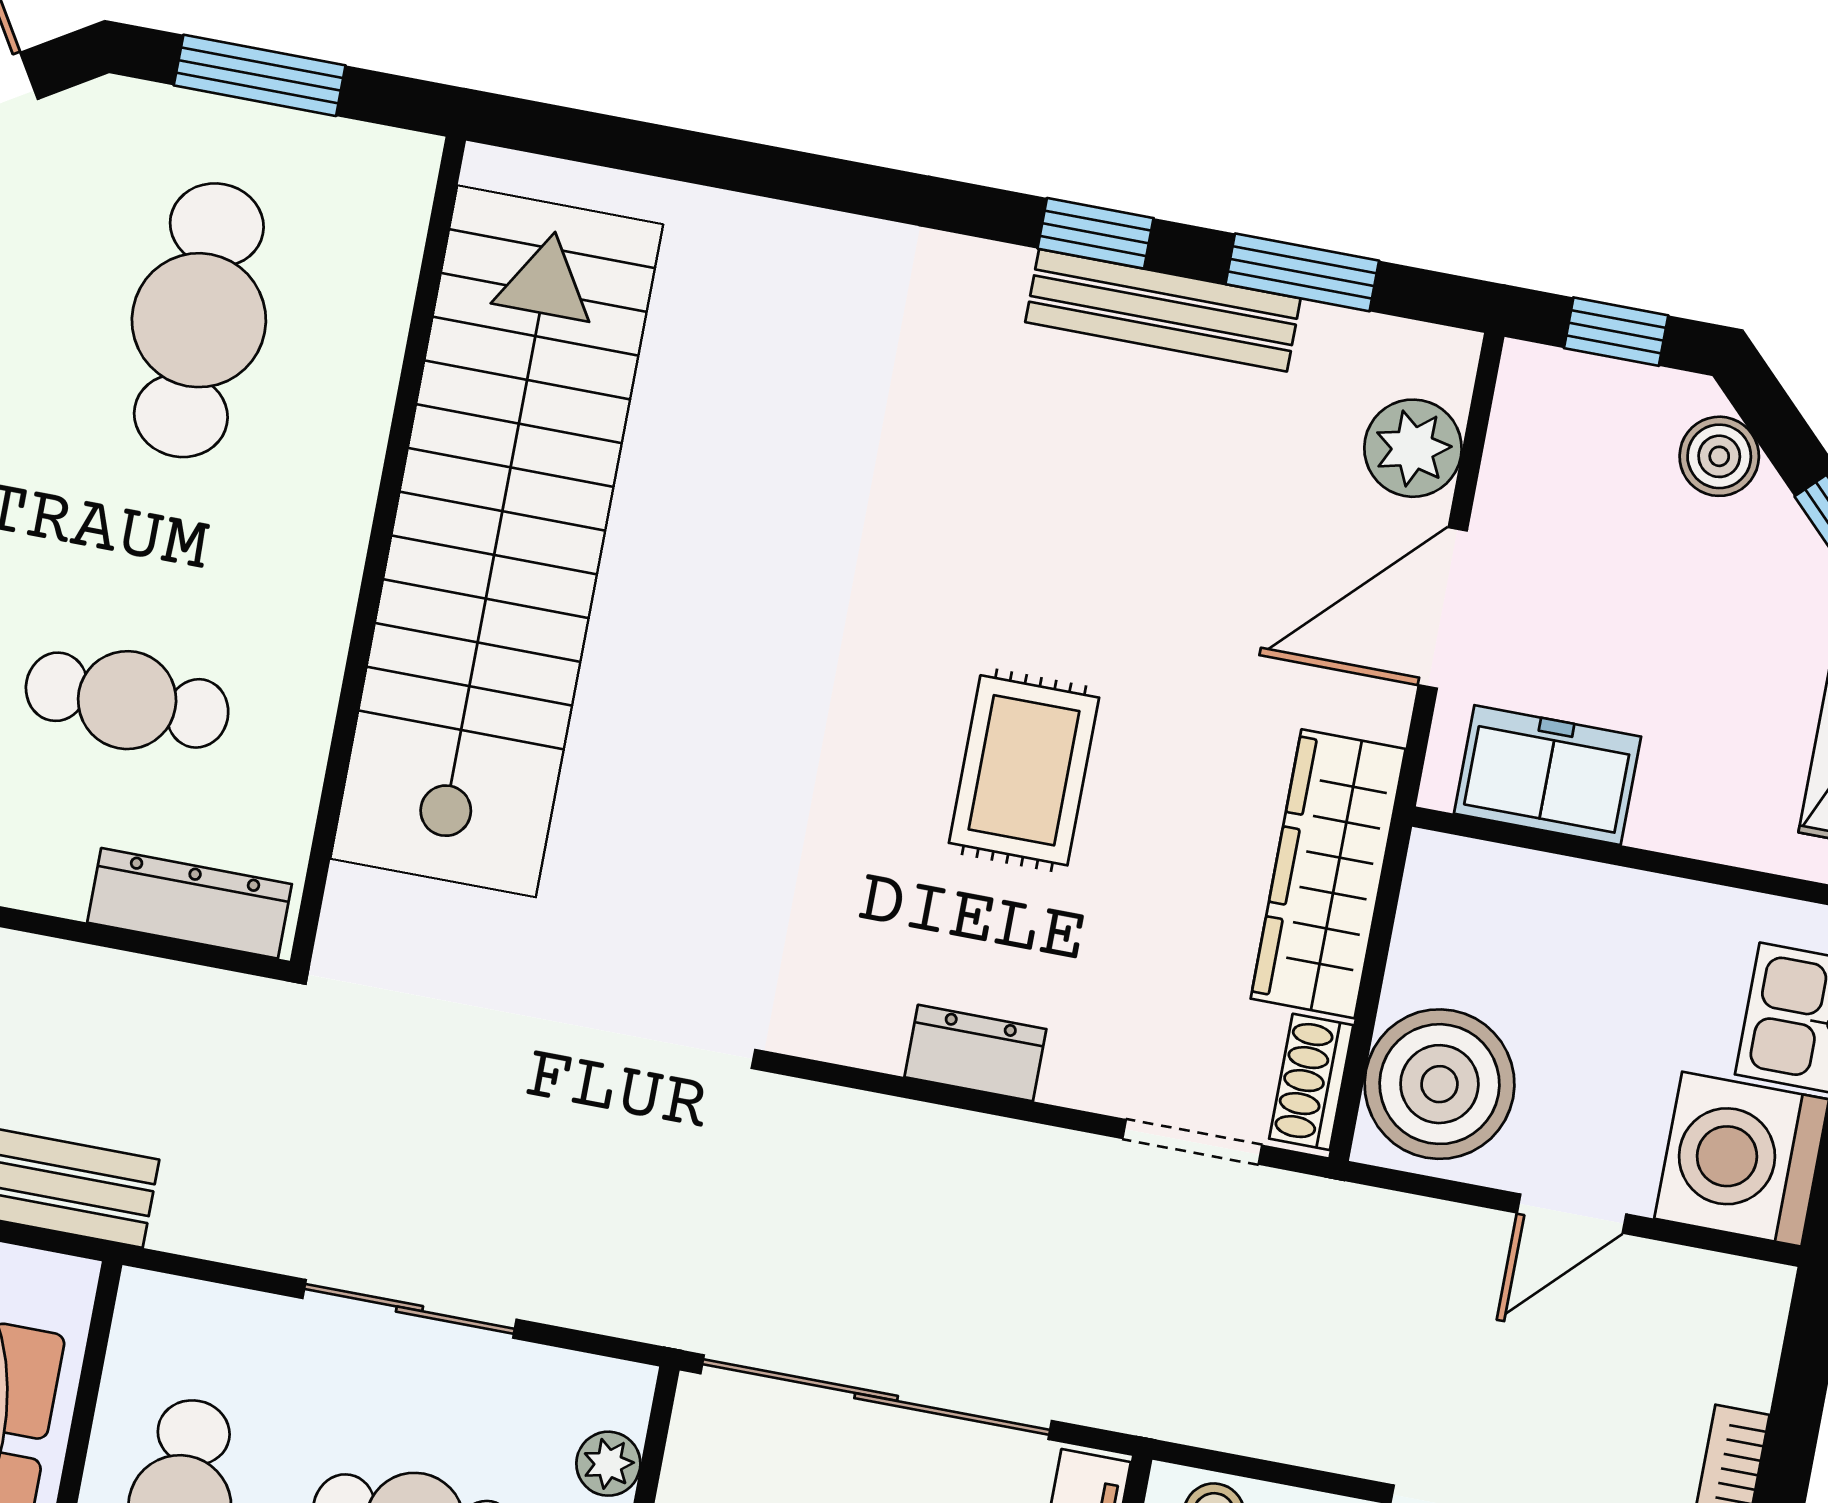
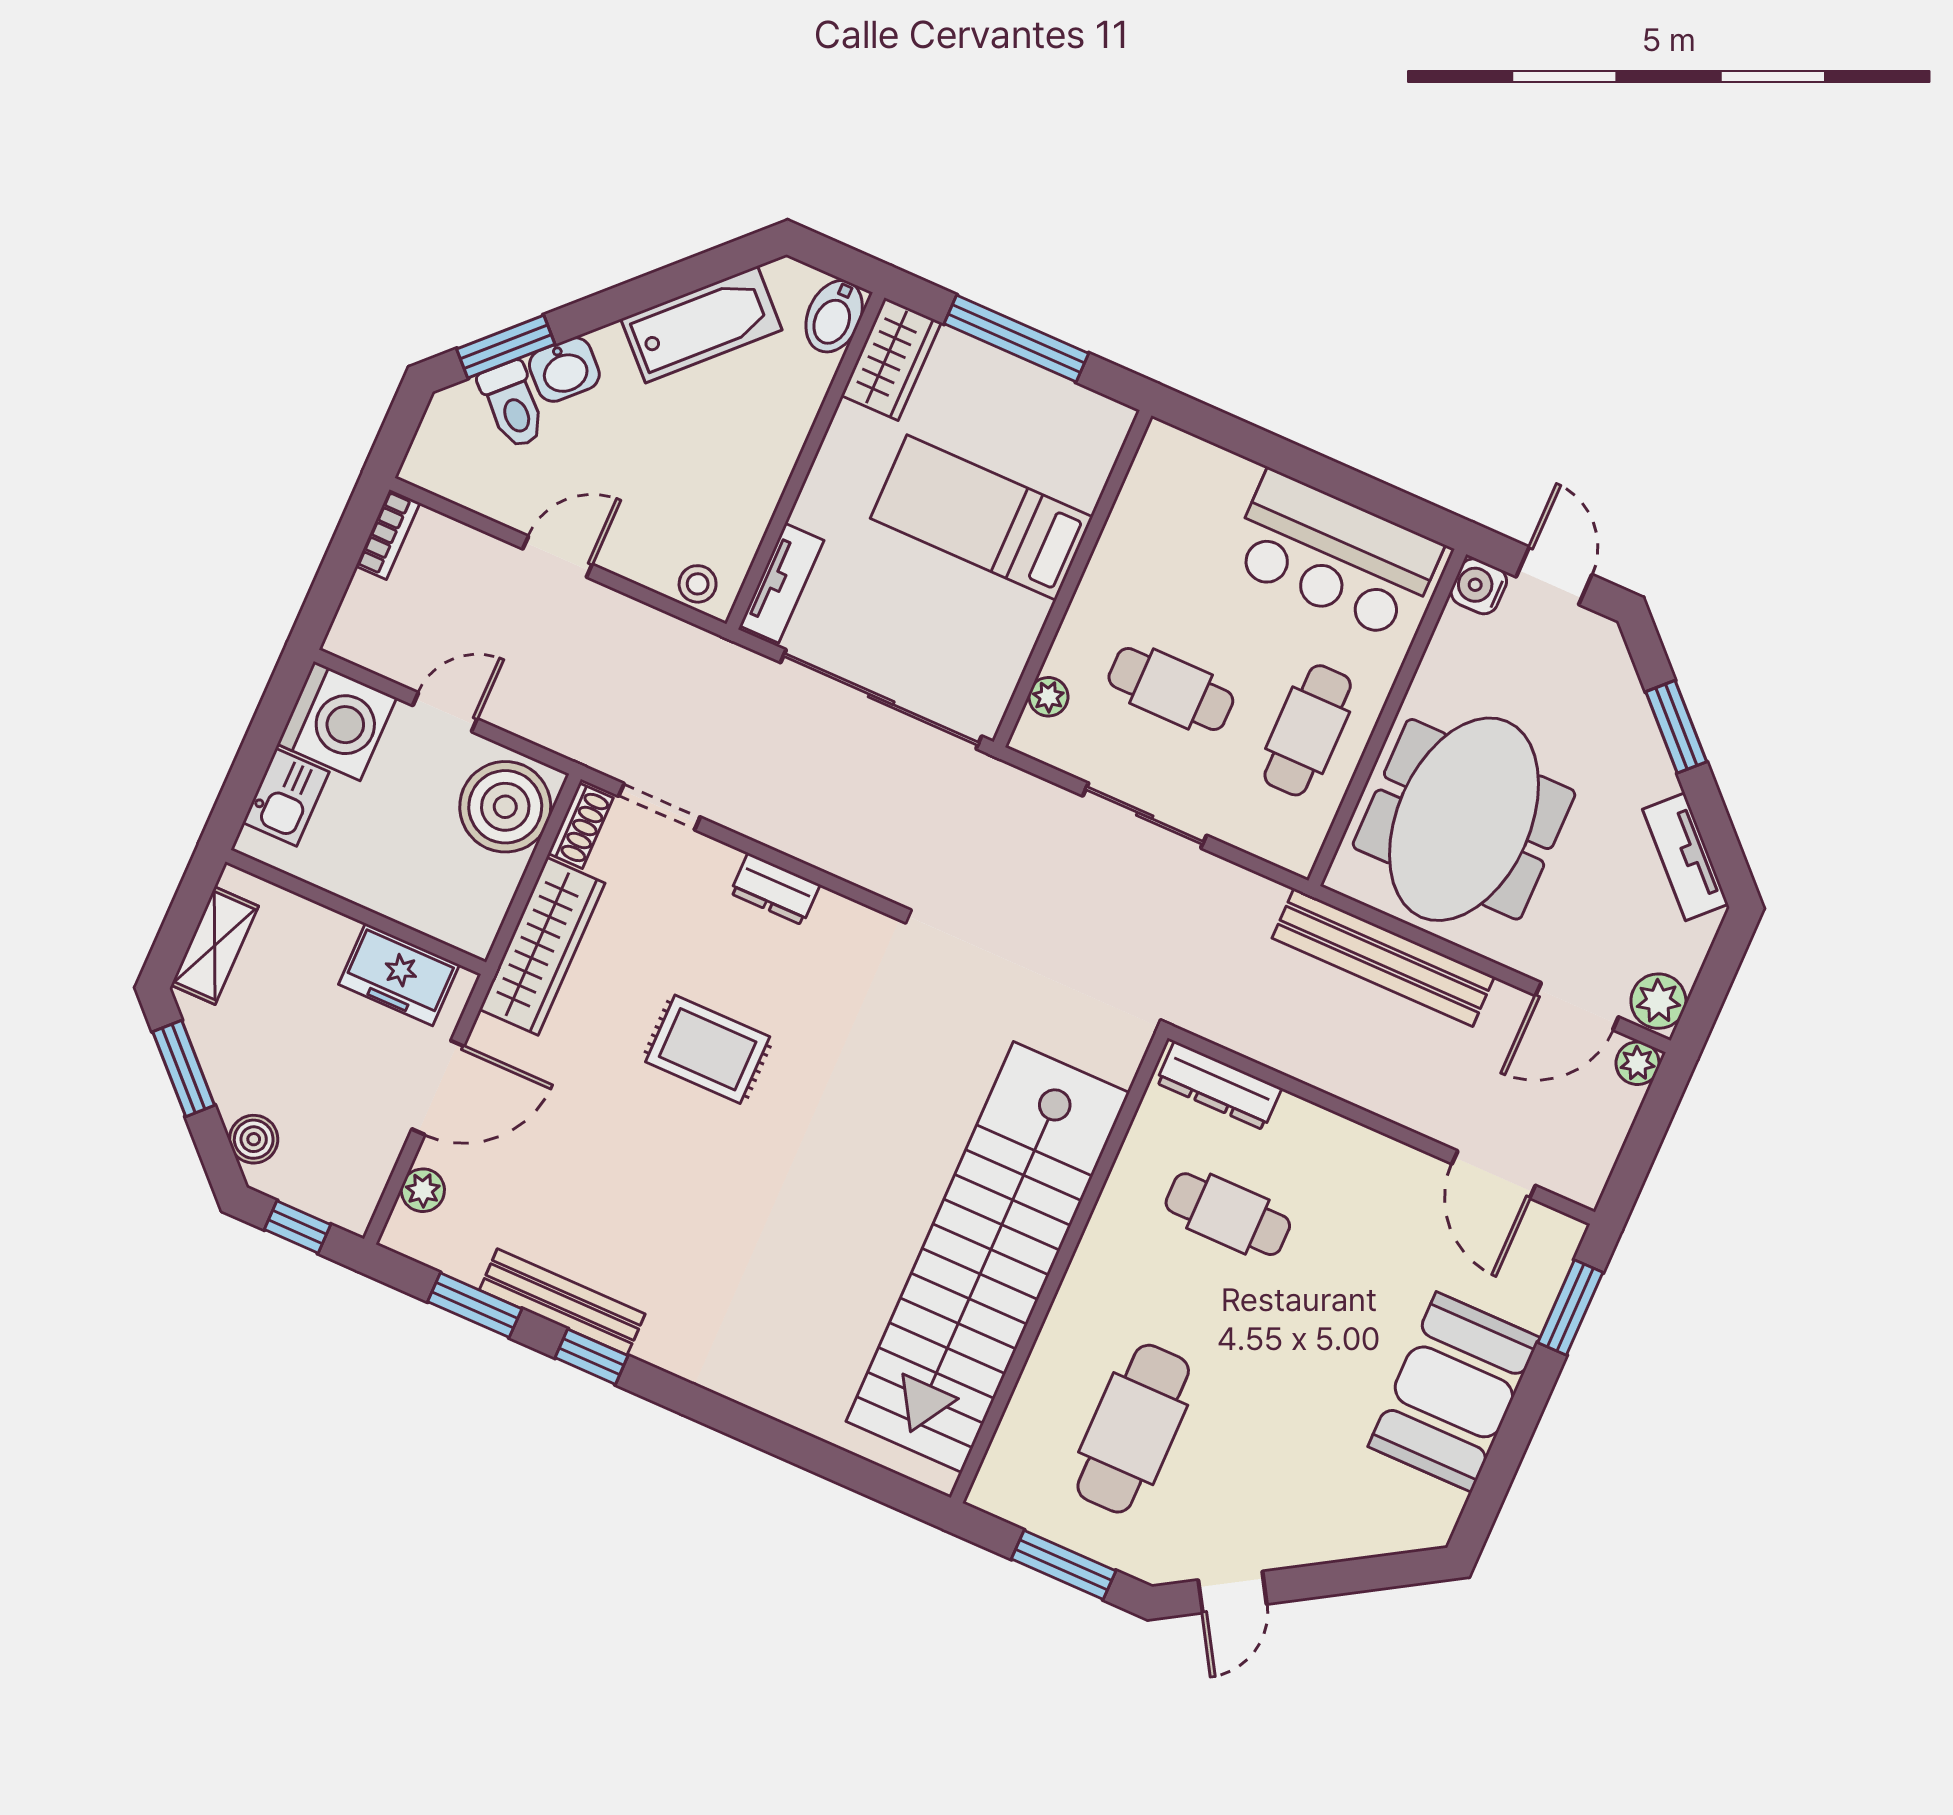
plant: (1413, 448) -> (423, 1190), width x0.73, depth x0.73
rug: (1024, 770) -> (708, 1049), turned 90

